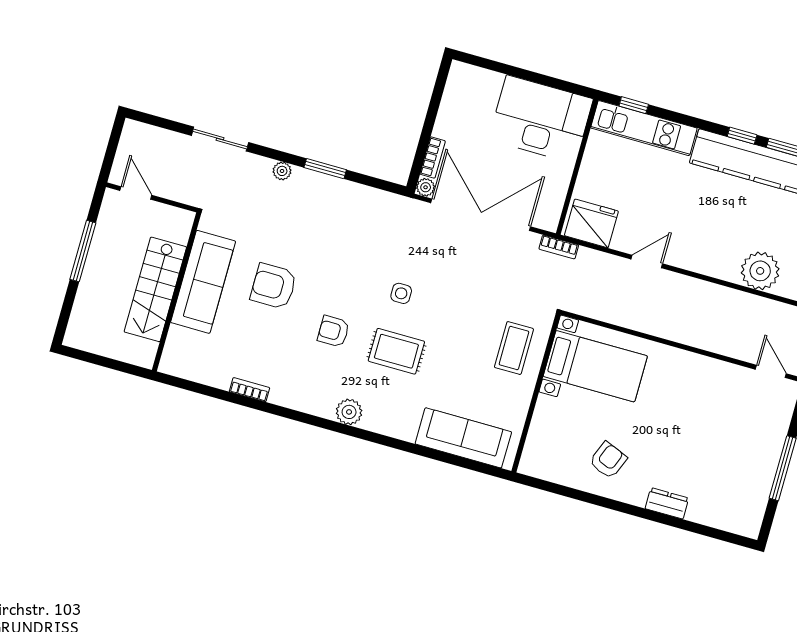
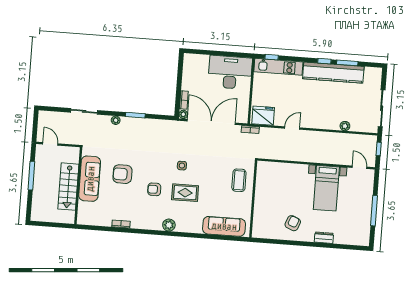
plant: (760, 271) -> (345, 126), width x0.53, depth x0.53
bed with nightstands: (595, 366) -> (326, 188), moved, turned 90

